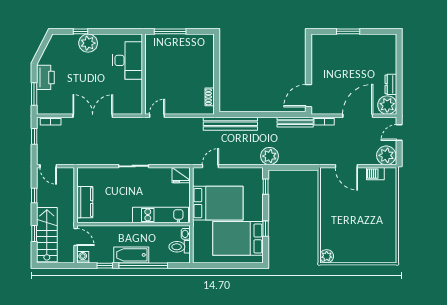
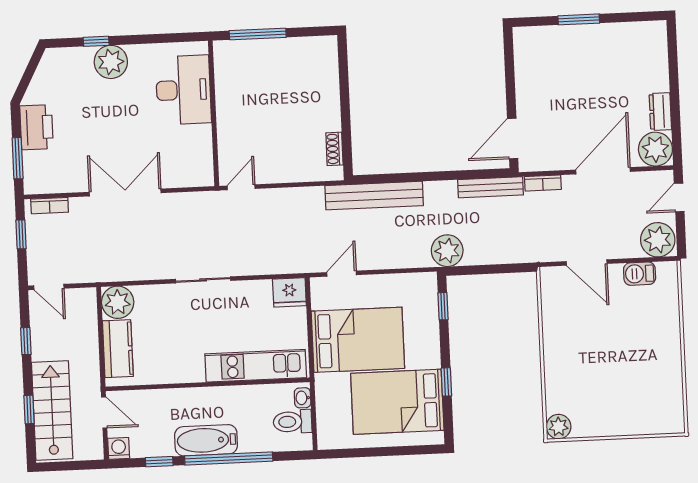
plant: (86, 176) -> (118, 302), added

